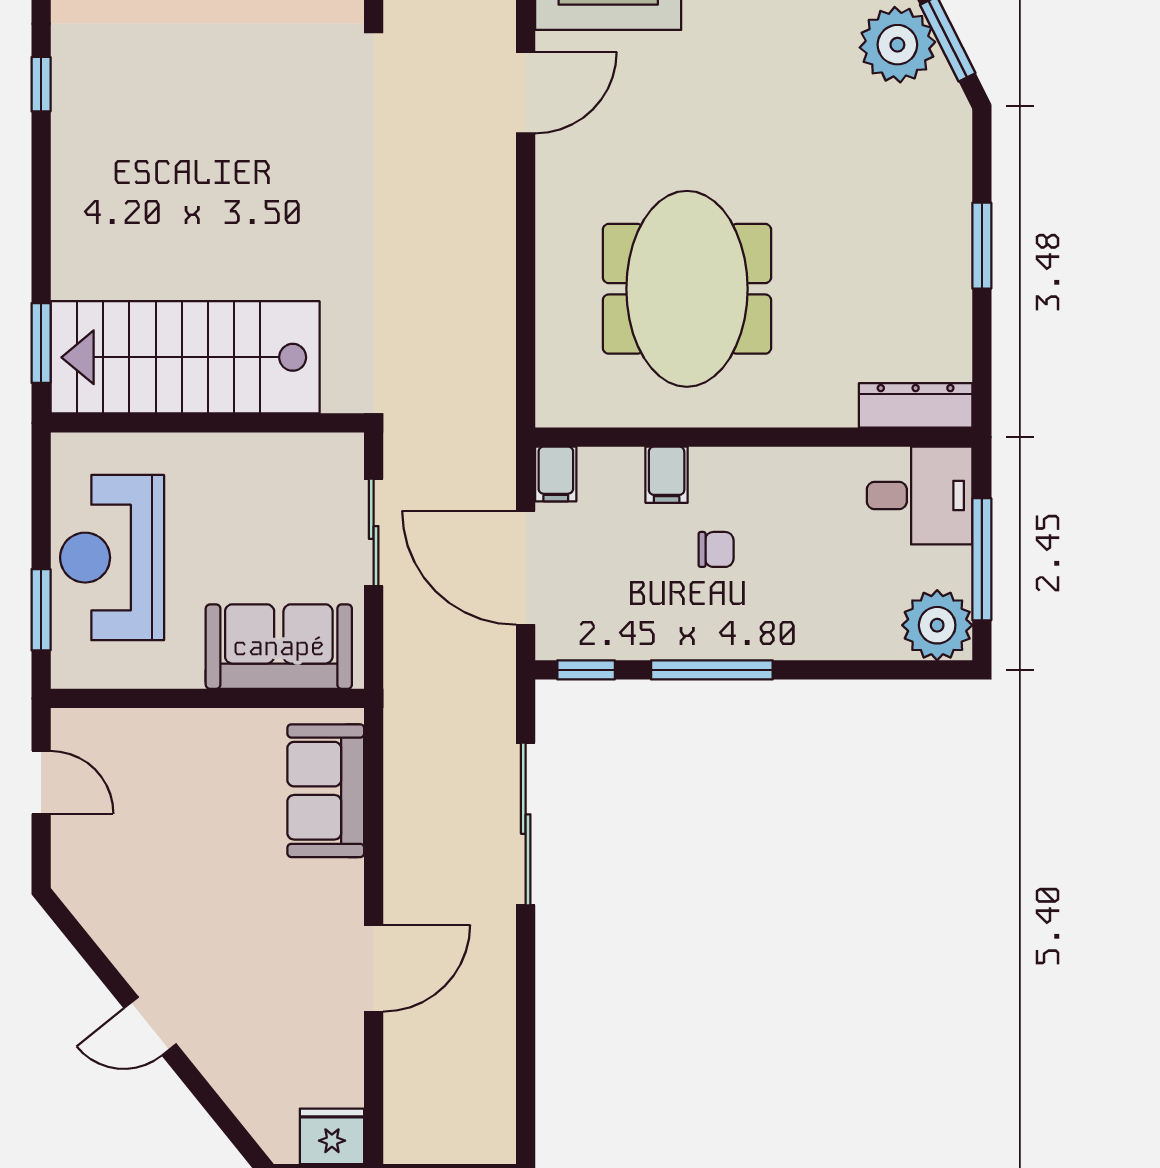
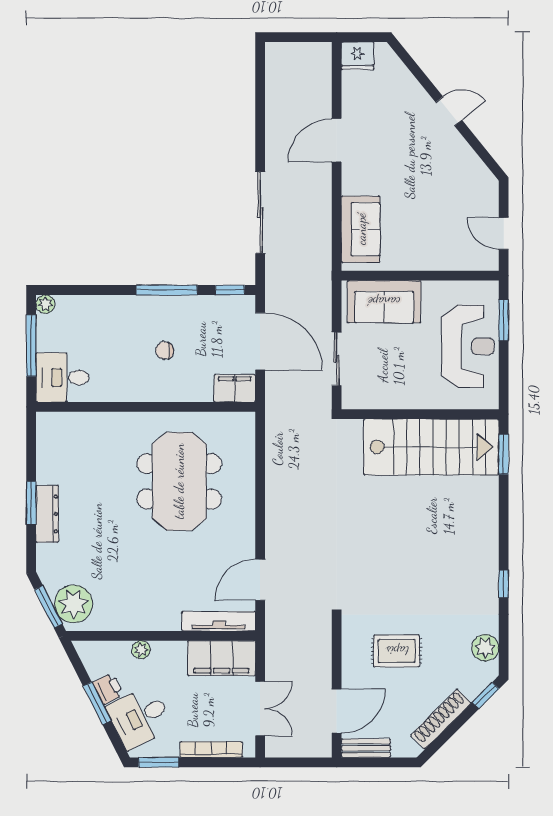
dresser: (916, 405) -> (47, 514), moved, turned -90
filing cabinet: (556, 474) -> (235, 388), width x2.00
filing cabinet: (667, 475) -> (189, 388), removed
plant: (937, 625) -> (45, 304), width x0.53, depth x0.53

